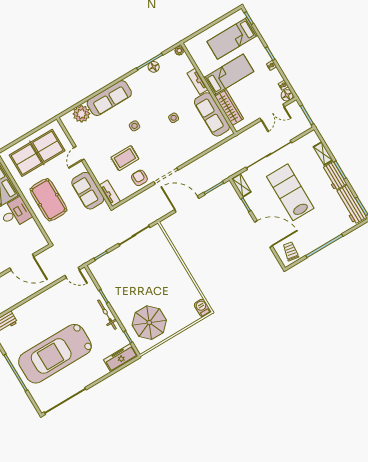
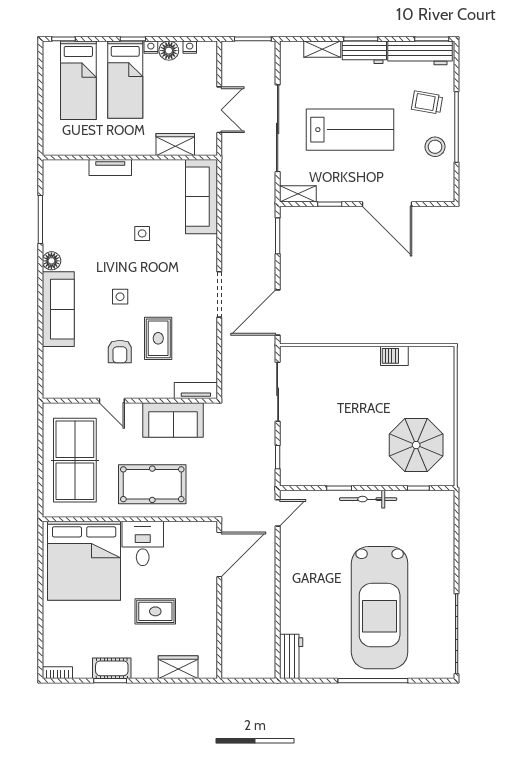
plant: (179, 51) -> (50, 167), removed
floor lamp: (154, 67) -> (51, 261), moved
bed: (229, 75) -> (125, 80), moved, turned 180
floor lamp: (287, 95) -> (169, 51), moved
wardrobe: (229, 108) -> (175, 144), width x0.67
double door: (272, 112) -> (219, 110), moved
plant: (81, 114) -> (57, 363), removed
sofa: (212, 114) -> (202, 197), moved, turned 90
armchair: (139, 178) -> (120, 352), moved, turned -90
lab bench: (290, 192) -> (350, 130), turned 180
door: (187, 204) -> (278, 313), moved
door: (263, 234) -> (387, 204), swing flipped
stool: (307, 241) -> (435, 147), added
trolley: (291, 251) -> (427, 102), moved
door: (22, 262) -> (219, 554), moved
barbecue: (202, 308) -> (394, 356), moved
freezer: (121, 358) -> (442, 517), removed

